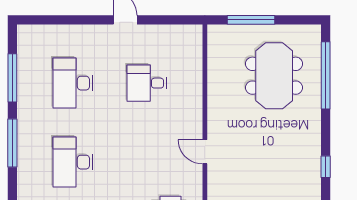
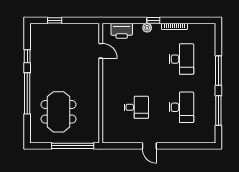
window: (251, 20) -> (73, 146), width x1.46
window: (326, 75) -> (27, 93), moved
door: (205, 152) -> (101, 51), moved

